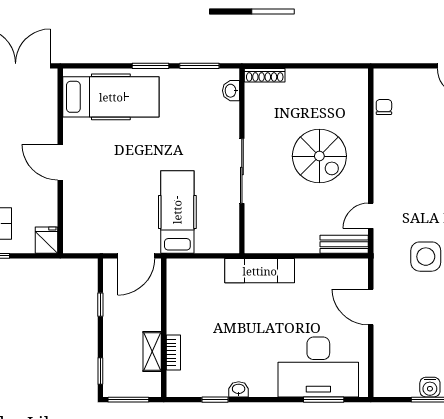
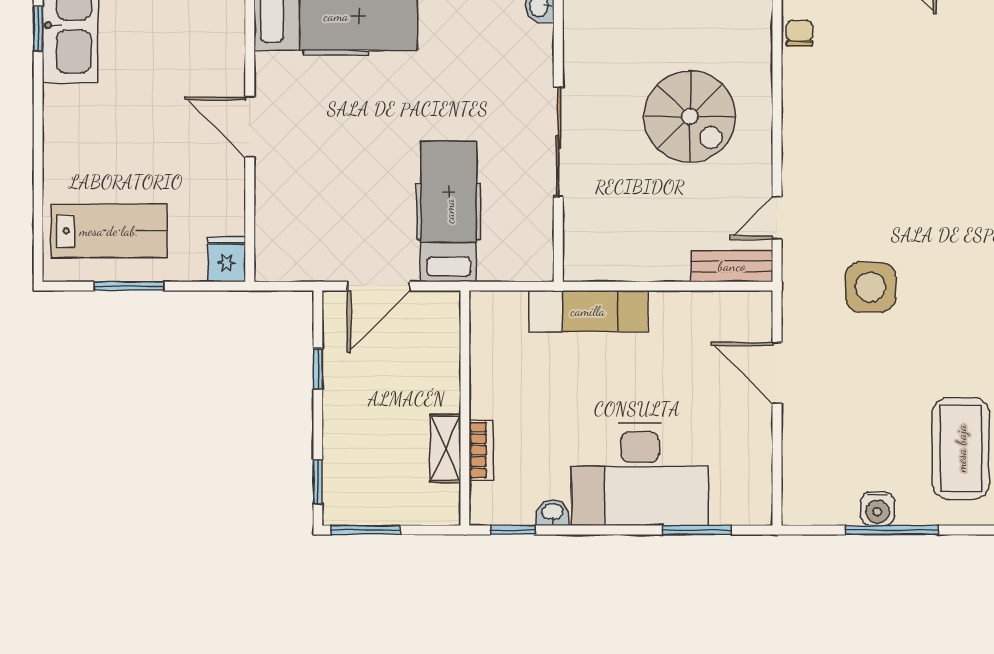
wall: (164, 328) -> (465, 408), moved
shelving: (152, 351) -> (445, 448), moved
bookcase: (173, 352) -> (481, 450), moved
desk: (318, 367) -> (640, 475), moved

